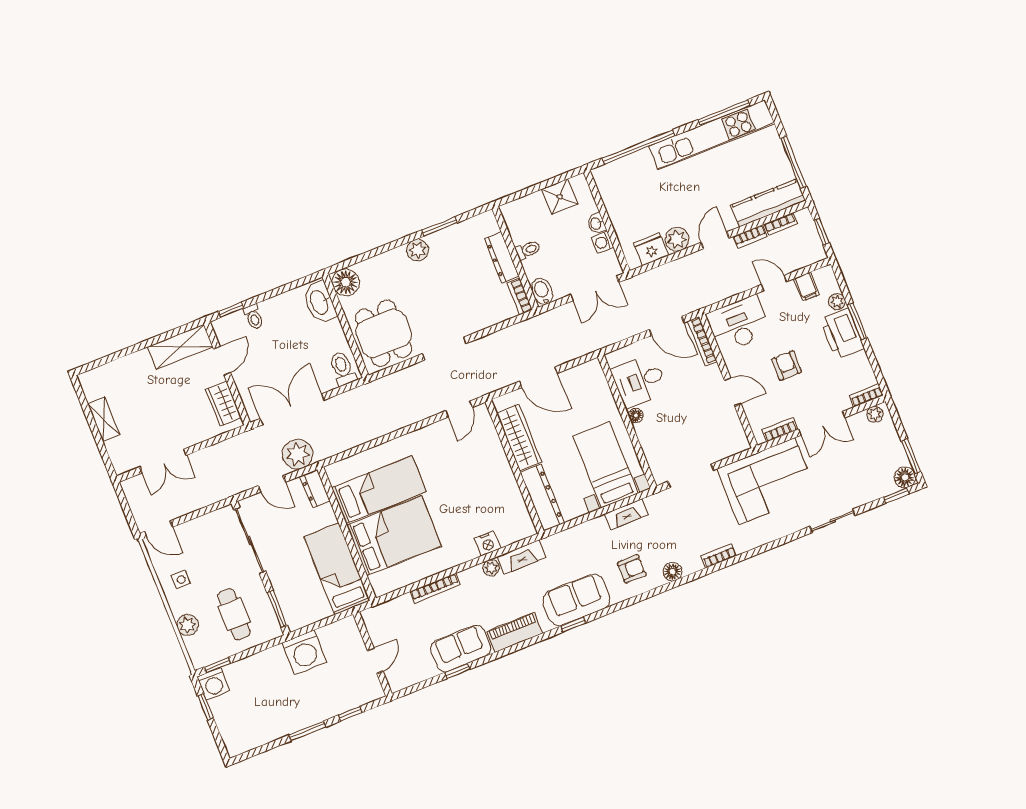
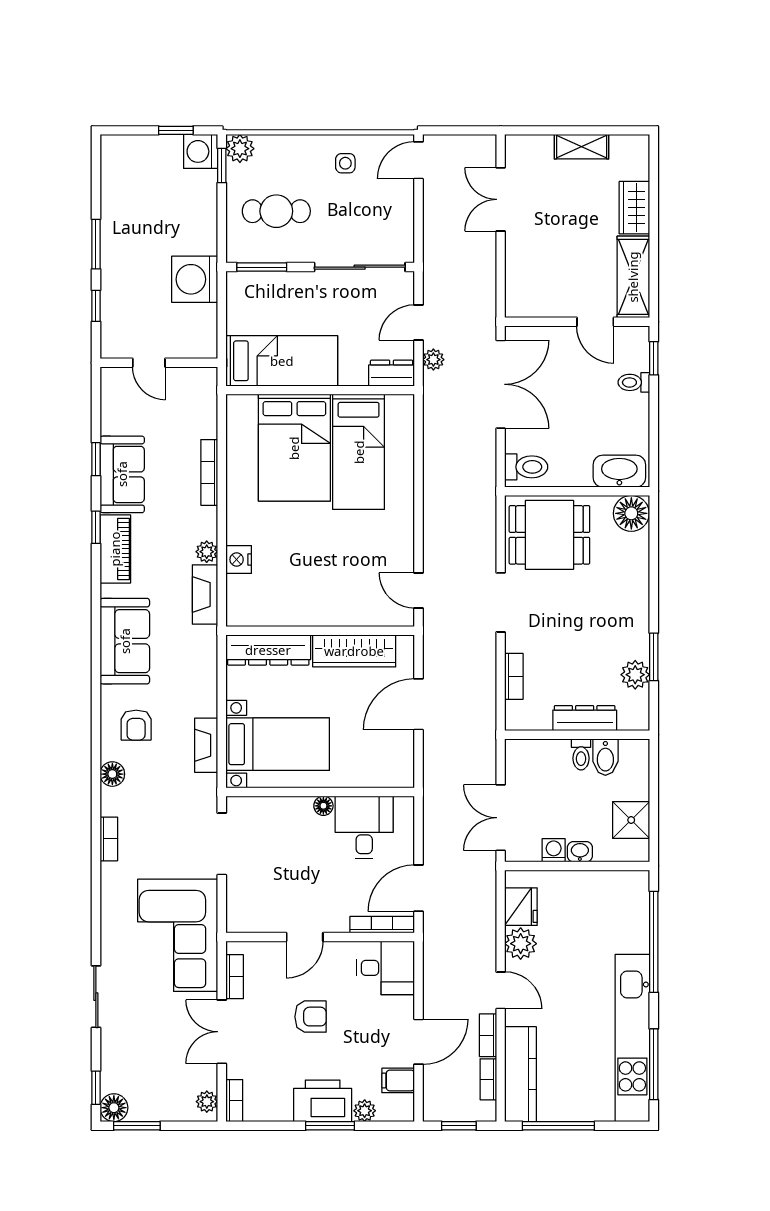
plant: (418, 250) -> (635, 675), moved
door: (774, 283) -> (419, 1042), width x1.38
bidet: (542, 291) -> (605, 757), moved, turned 90
bookcase: (520, 296) -> (514, 676), moved, turned 90
desk: (738, 324) -> (386, 968), width x0.73
wardrobe: (223, 403) -> (634, 208), moved, turned -90
plant: (298, 454) -> (433, 360), width x0.53, depth x0.53
plant: (188, 625) -> (240, 149), moved
window: (573, 625) -> (96, 527), moved

